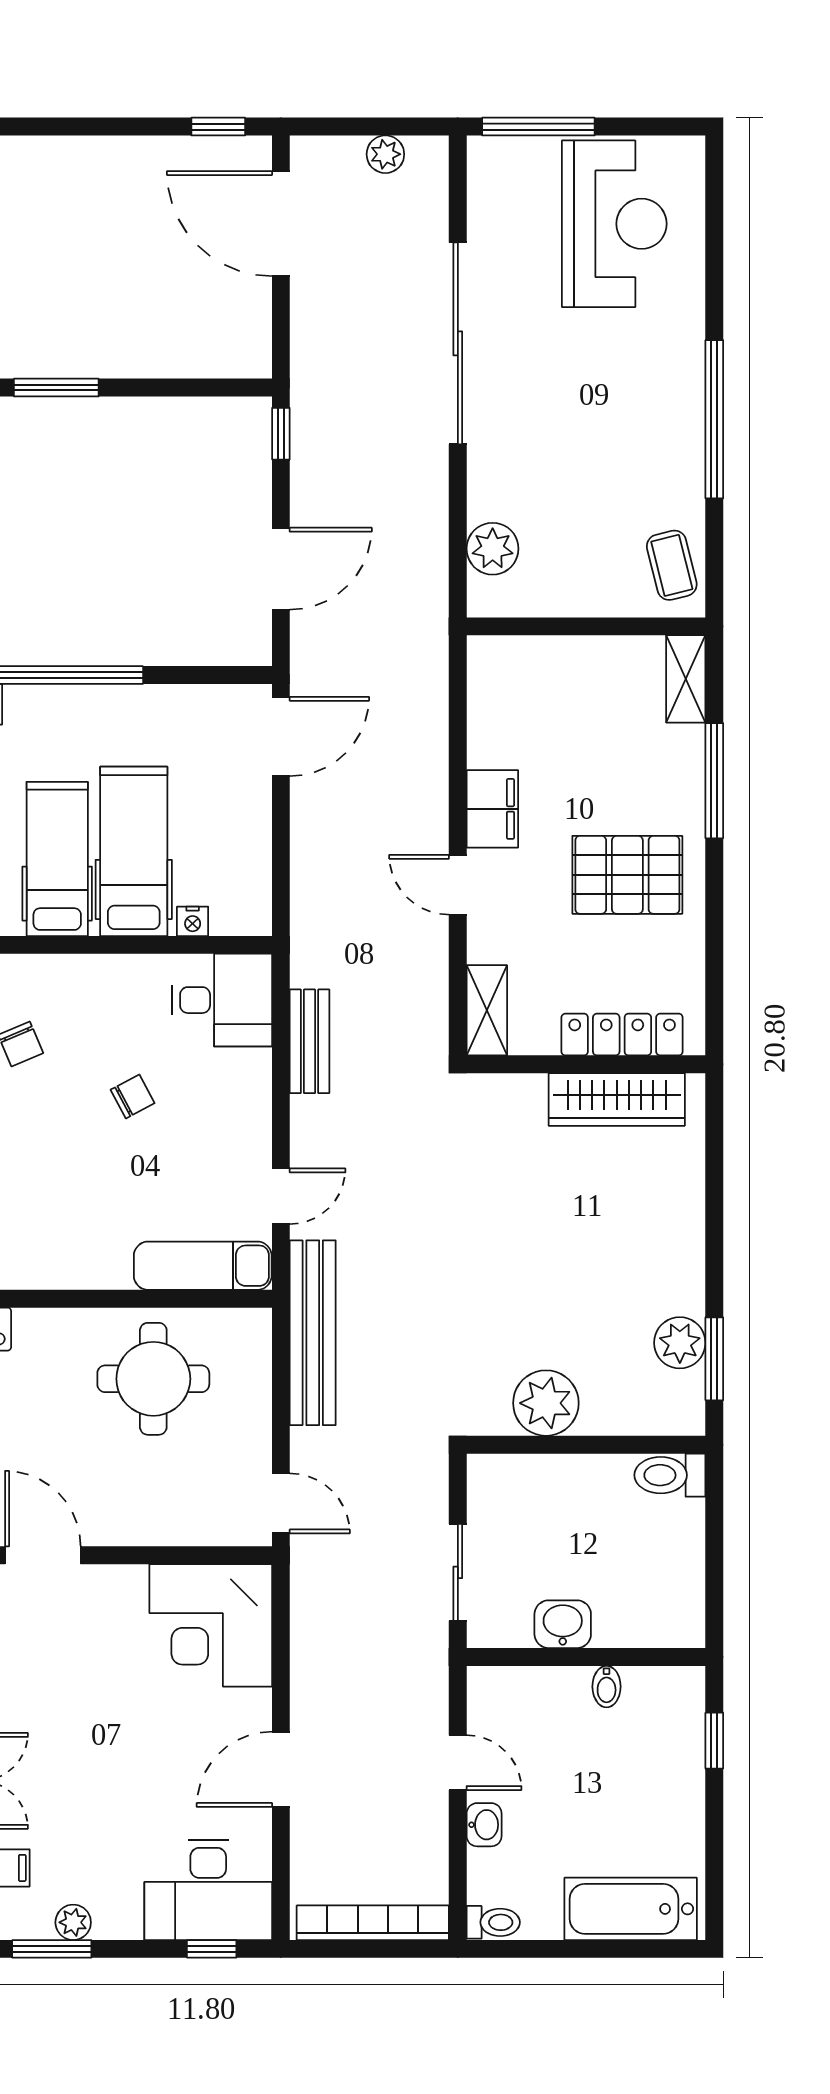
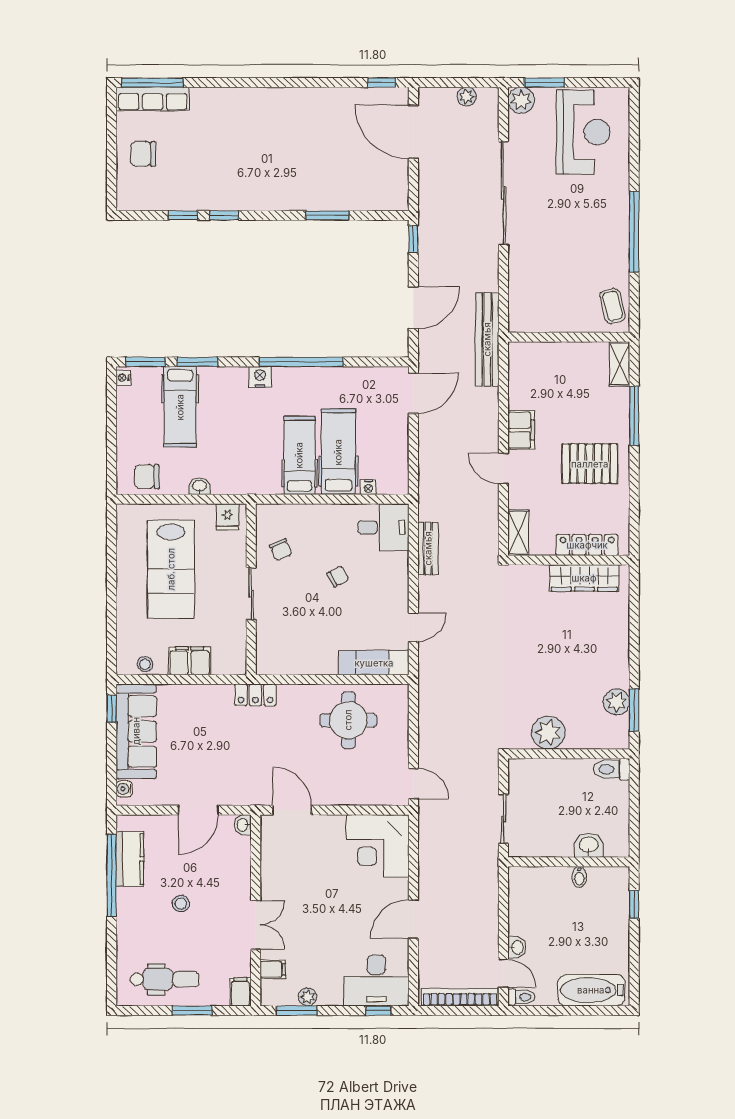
window: (538, 127) -> (544, 83), width x0.69
window: (56, 388) -> (327, 215), moved
plant: (493, 549) -> (521, 100), moved
bench: (313, 1333) -> (487, 339), moved
washbasin: (563, 1624) -> (589, 845), moved
door: (458, 1763) -> (503, 973), moved

